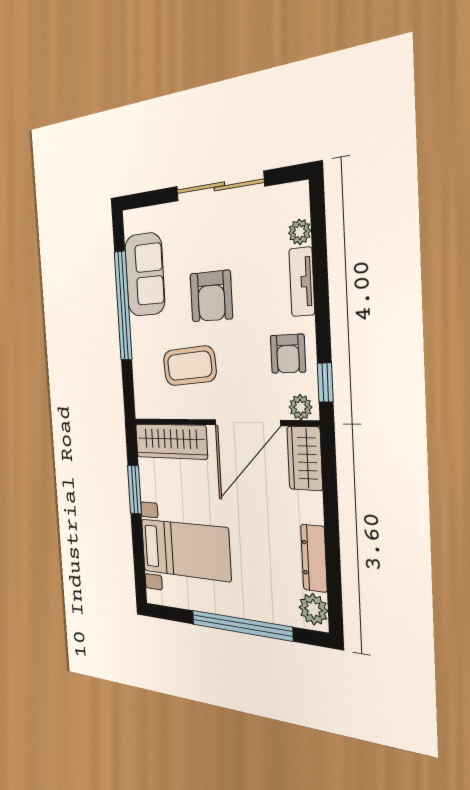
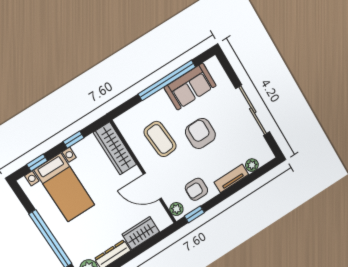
armchair: (211, 296) -> (200, 133), turned 90
door: (247, 423) -> (152, 186), width x0.73
wardrobe: (305, 458) -> (141, 233), moved
window: (135, 490) -> (73, 140), width x0.67
window: (139, 559) -> (37, 163), added

